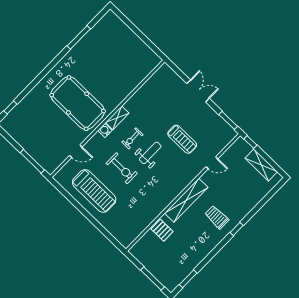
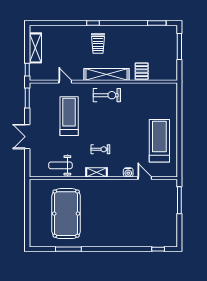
pool table: (78, 103) -> (66, 214), moved
water cooler: (105, 130) -> (128, 172), moved
treadmill: (182, 139) -> (69, 116), width x1.37, depth x1.38
weight bench: (150, 153) -> (60, 165), moved
exercise bike: (122, 168) -> (107, 95), moved, turned 90

